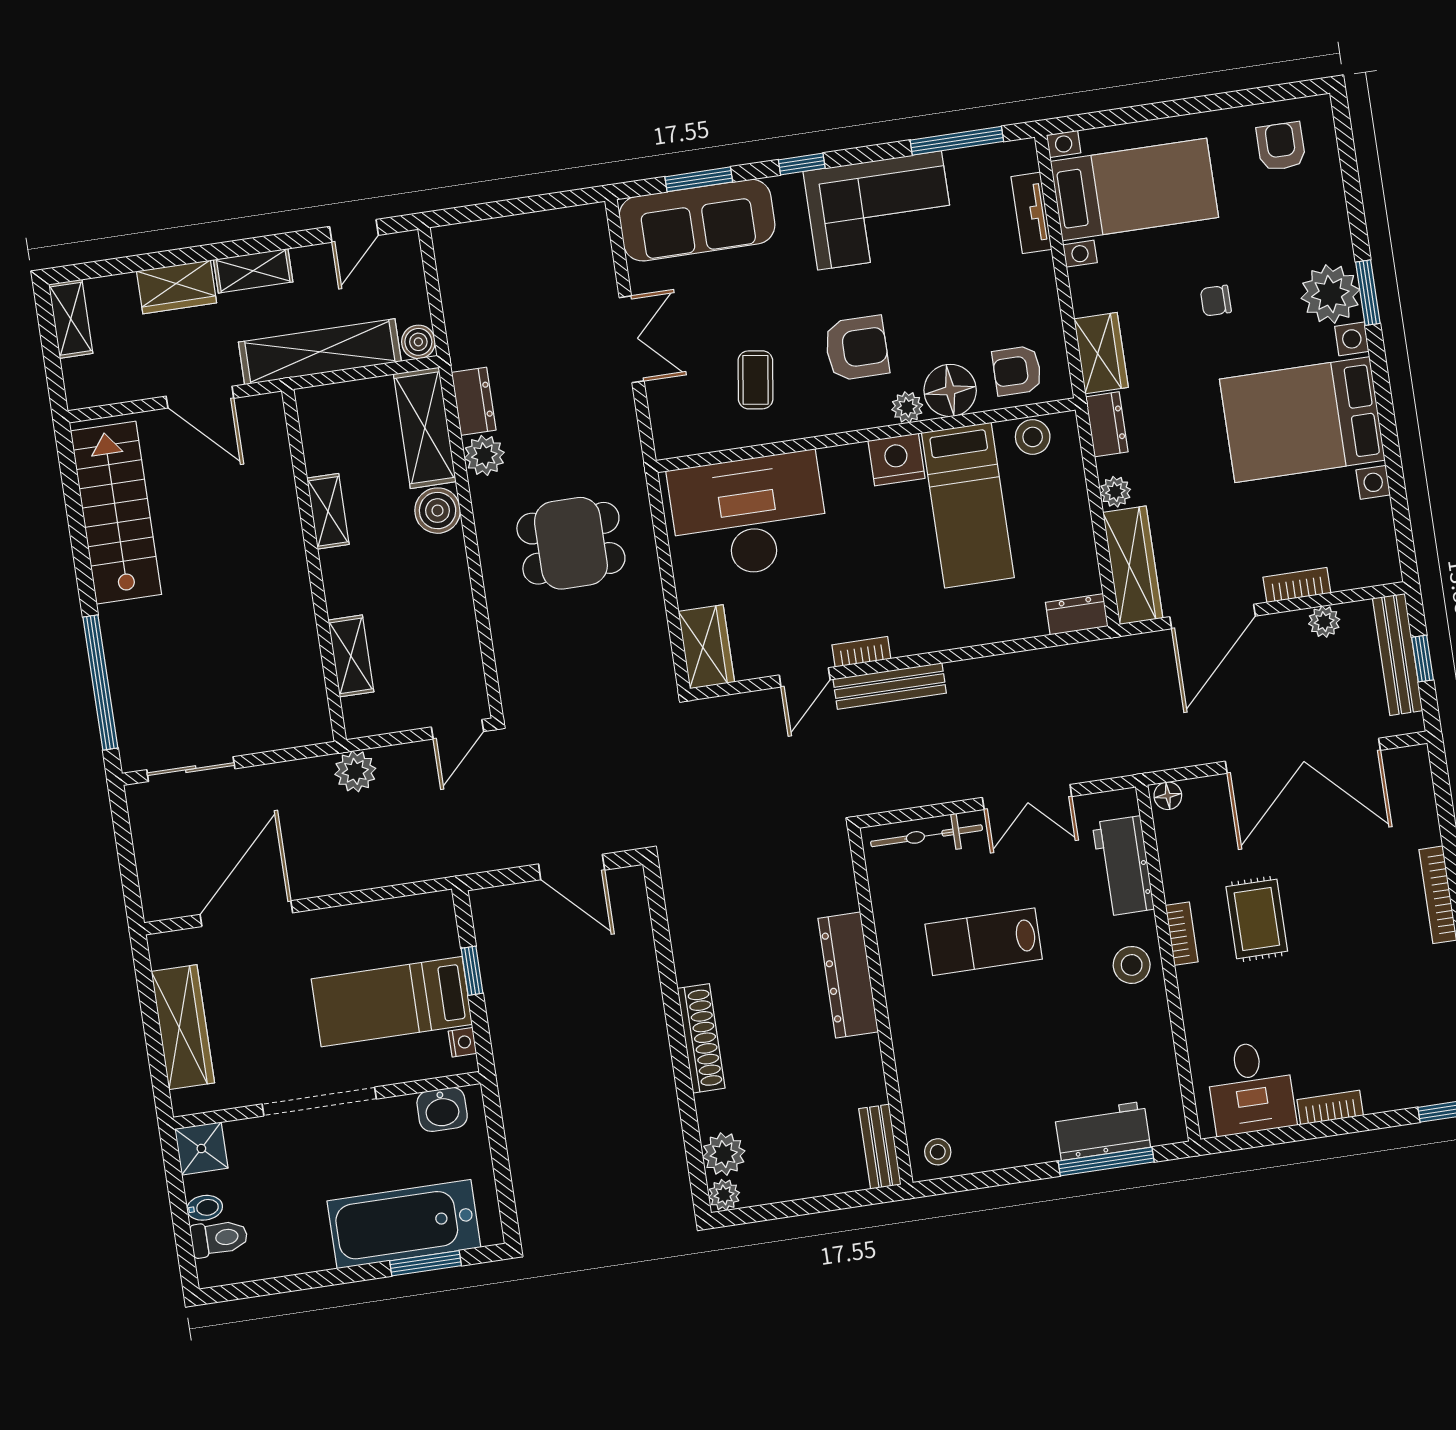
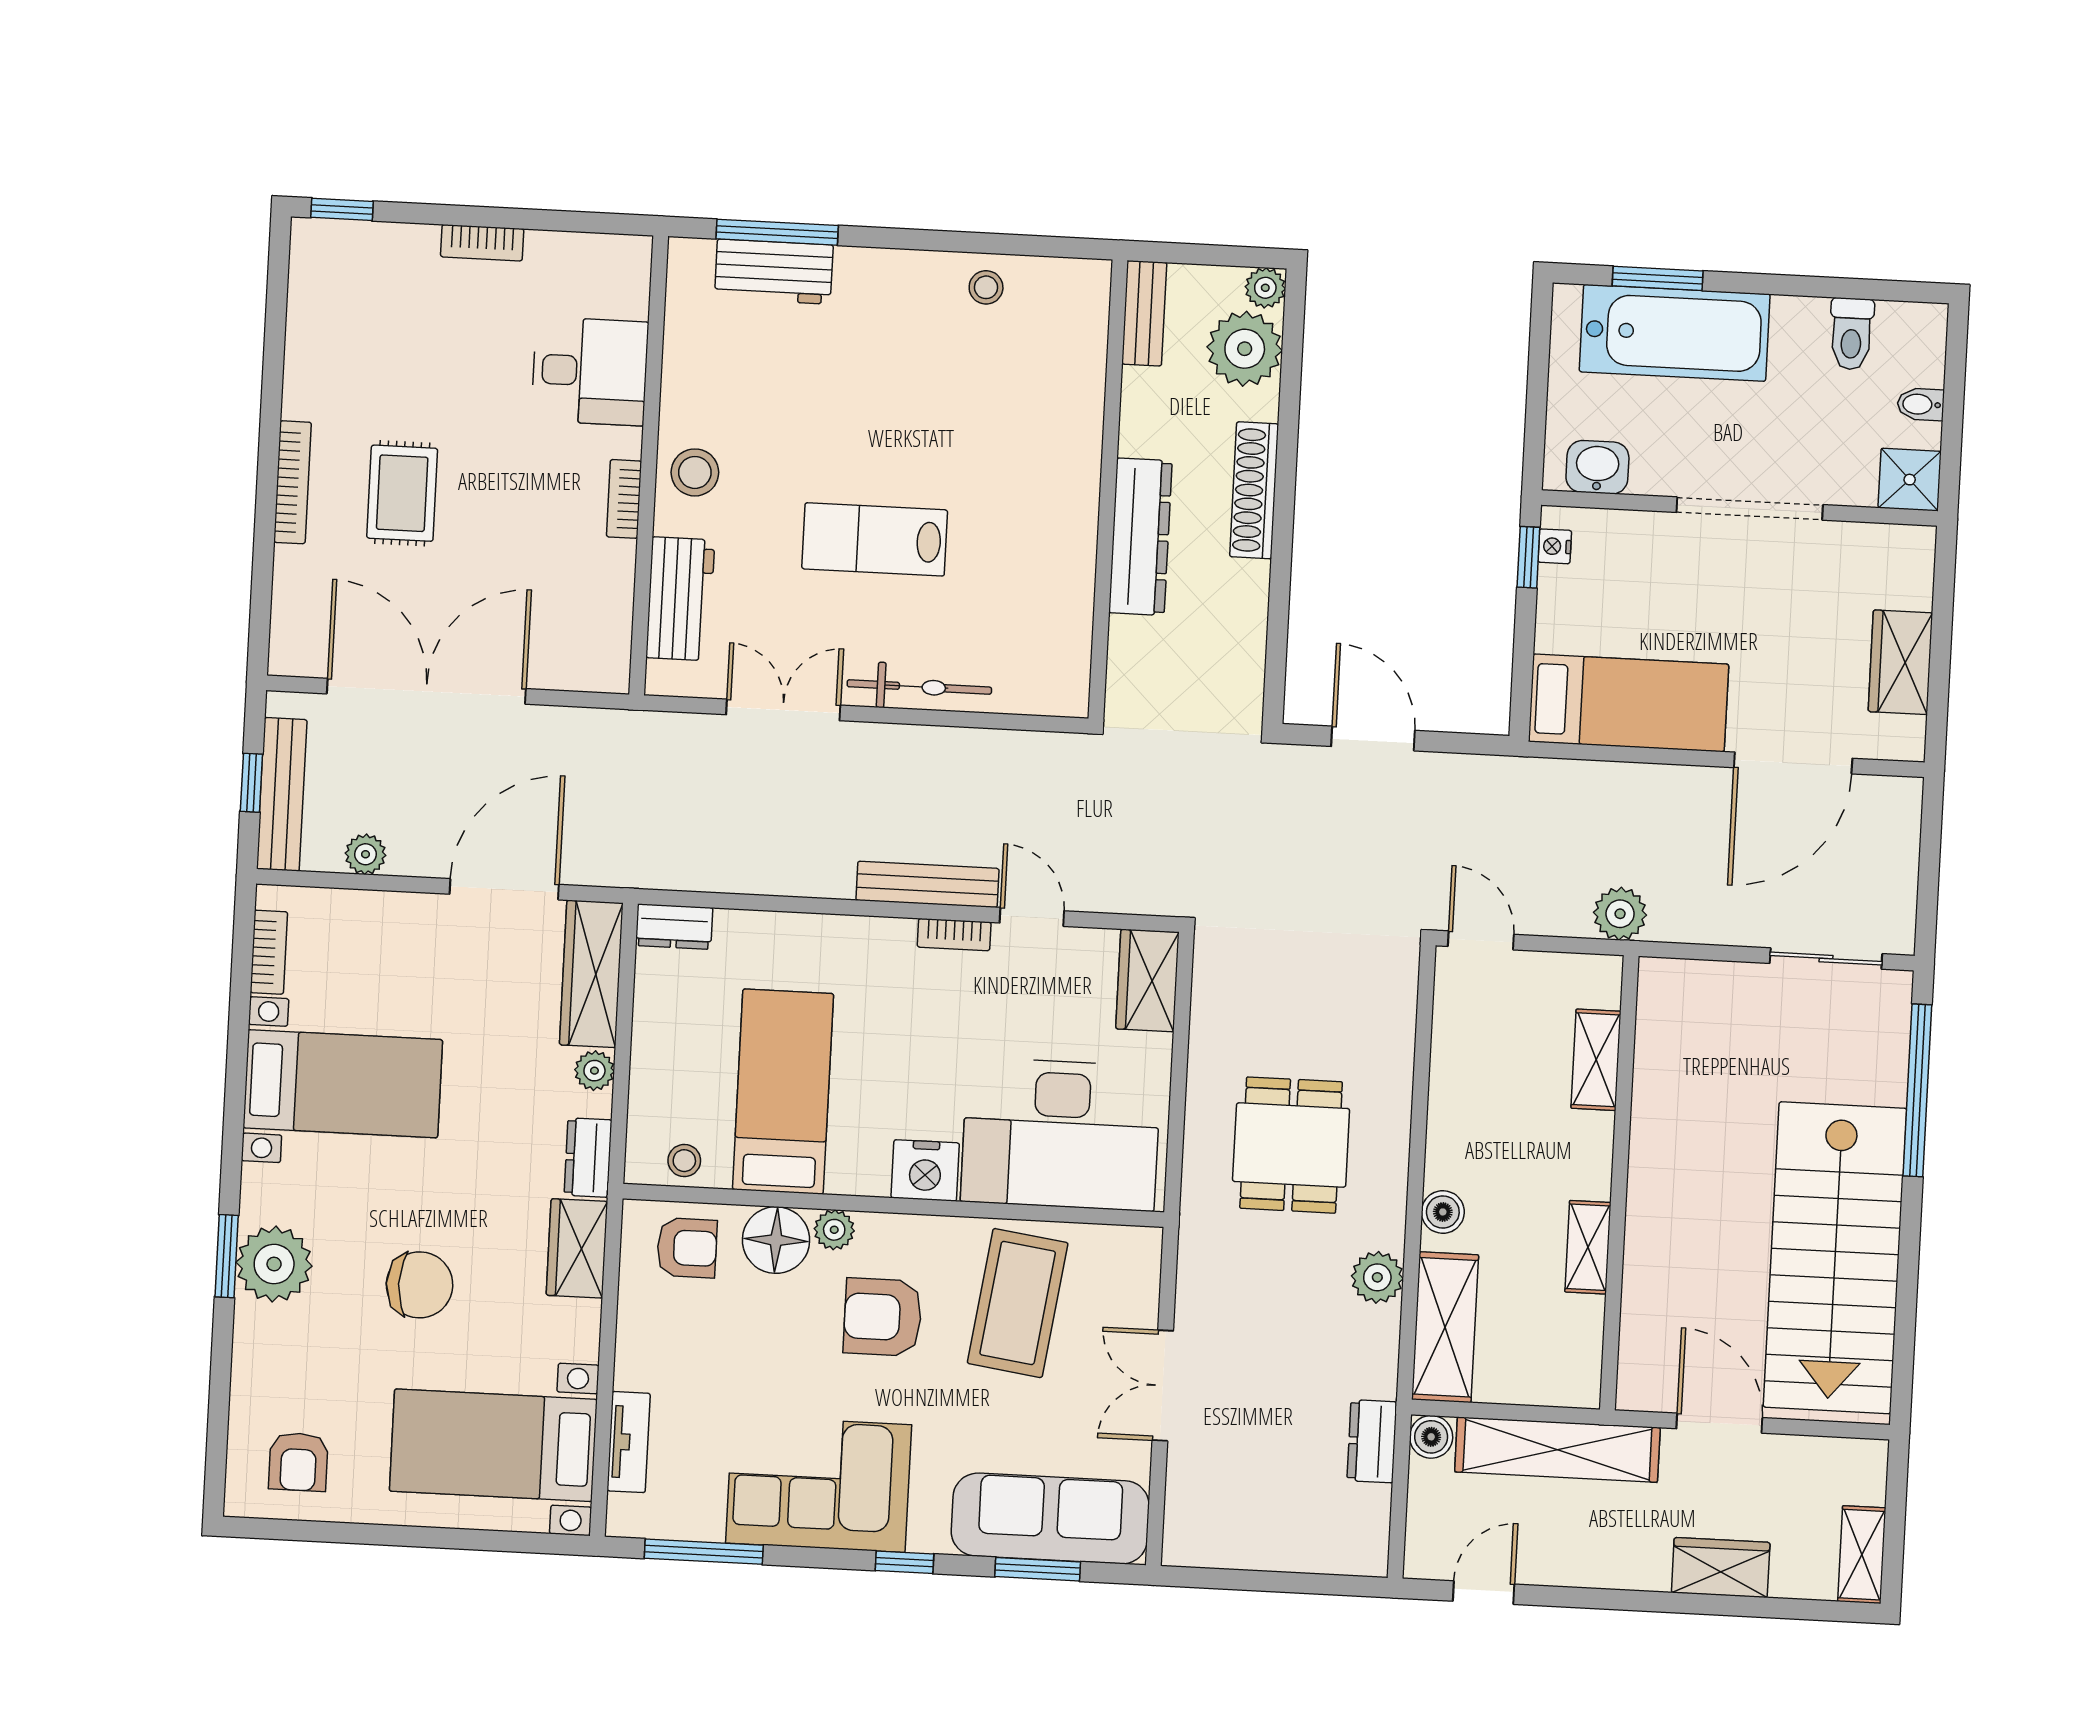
shelving: (253, 271) -> (1620, 1568), removed
chair: (1216, 301) -> (420, 1285), width x1.87, depth x1.87
coffee table: (755, 380) -> (1018, 1303), width x1.86, depth x1.72
dresser: (474, 401) -> (1372, 1441), moved
bed with nightstands: (1302, 420) -> (343, 1084), width x0.73
stool: (1033, 437) -> (684, 1161), width x0.73, depth x0.73
nightstand: (896, 459) -> (925, 1170), moved
boiler: (438, 511) -> (1443, 1212), width x0.73, depth x0.73
stairs: (116, 513) -> (1835, 1258), width x1.36, depth x1.51
dining table: (571, 543) -> (1291, 1145), turned 90
bookcase: (1297, 585) -> (269, 952), moved, turned -90
door: (805, 677) -> (1032, 917), hinge flipped
door: (458, 729) -> (1481, 940), hinge flipped
floor lamp: (1168, 796) -> (606, 676), removed
rug: (1257, 919) -> (402, 493), moved
lab bench: (984, 942) -> (875, 539), turned 180
window: (472, 971) -> (1528, 557), moved
dresser: (848, 975) -> (1140, 537), moved
bed: (392, 1002) -> (1629, 703), moved
wall: (880, 1006) -> (1108, 489), moved
wardrobe: (183, 1027) -> (1900, 662), width x0.67
desk: (1251, 1088) -> (590, 371), moved, turned 90
bench: (880, 1147) -> (1144, 313), moved
plant: (724, 1154) -> (1245, 349), width x1.36, depth x1.36
toilet: (219, 1238) -> (1851, 334), moved, turned -90

